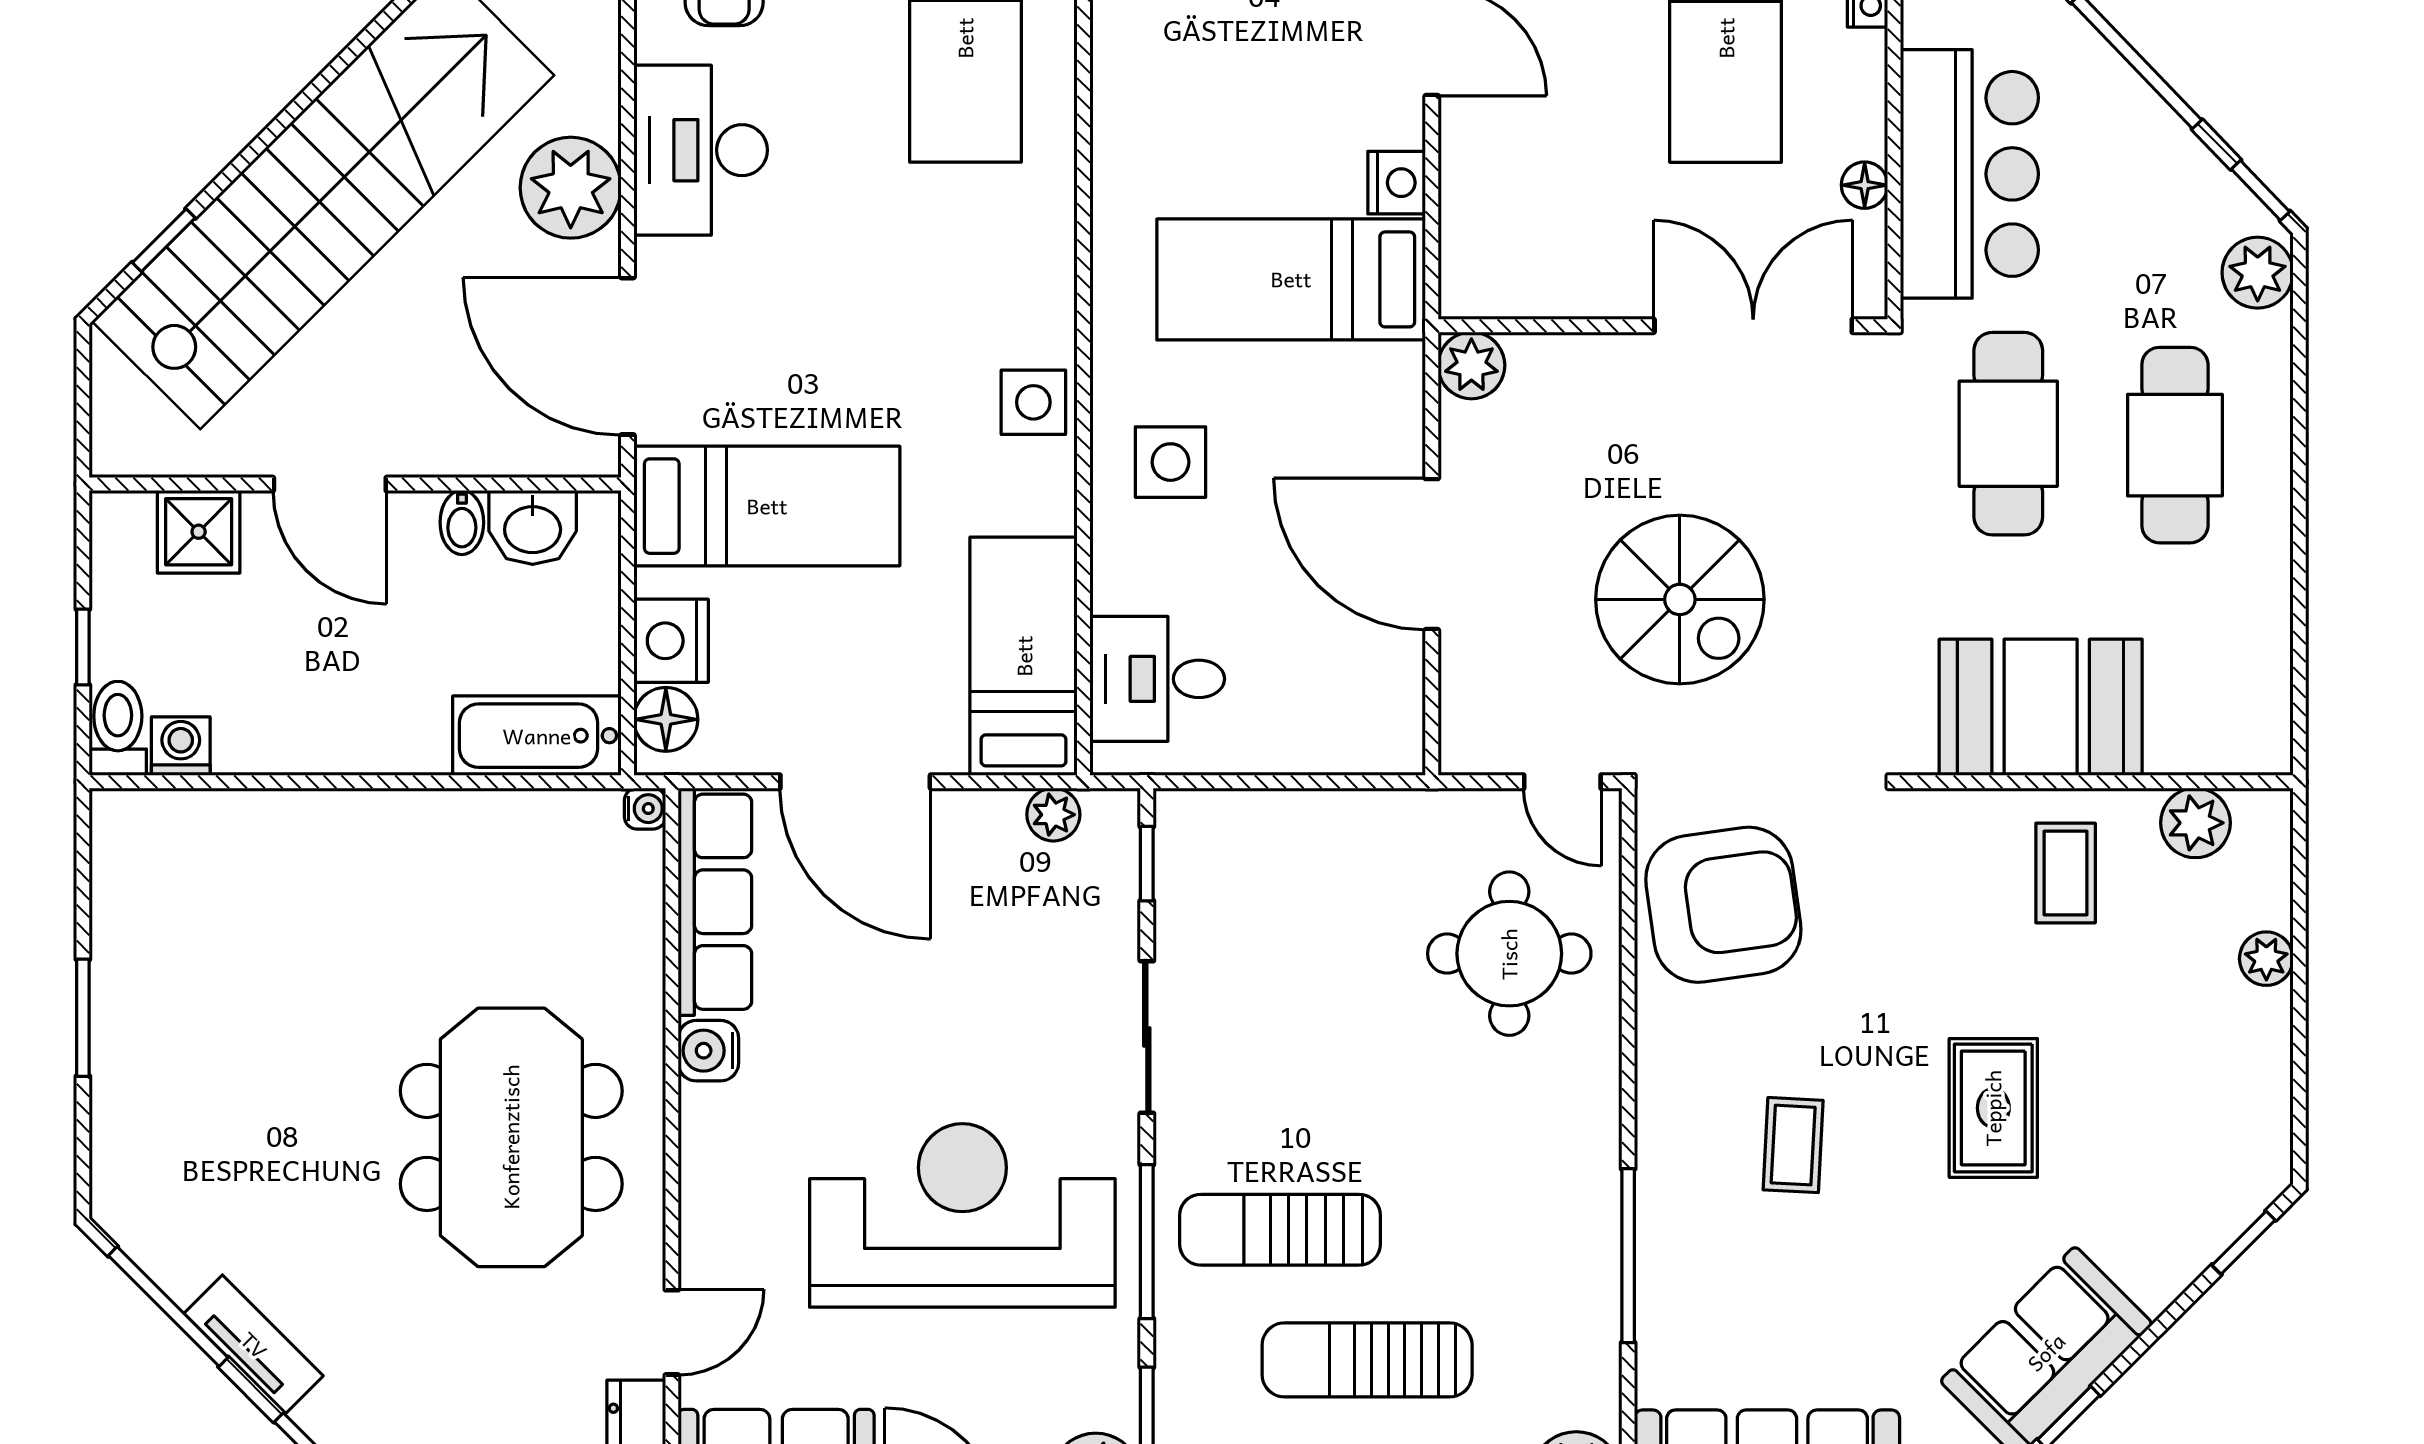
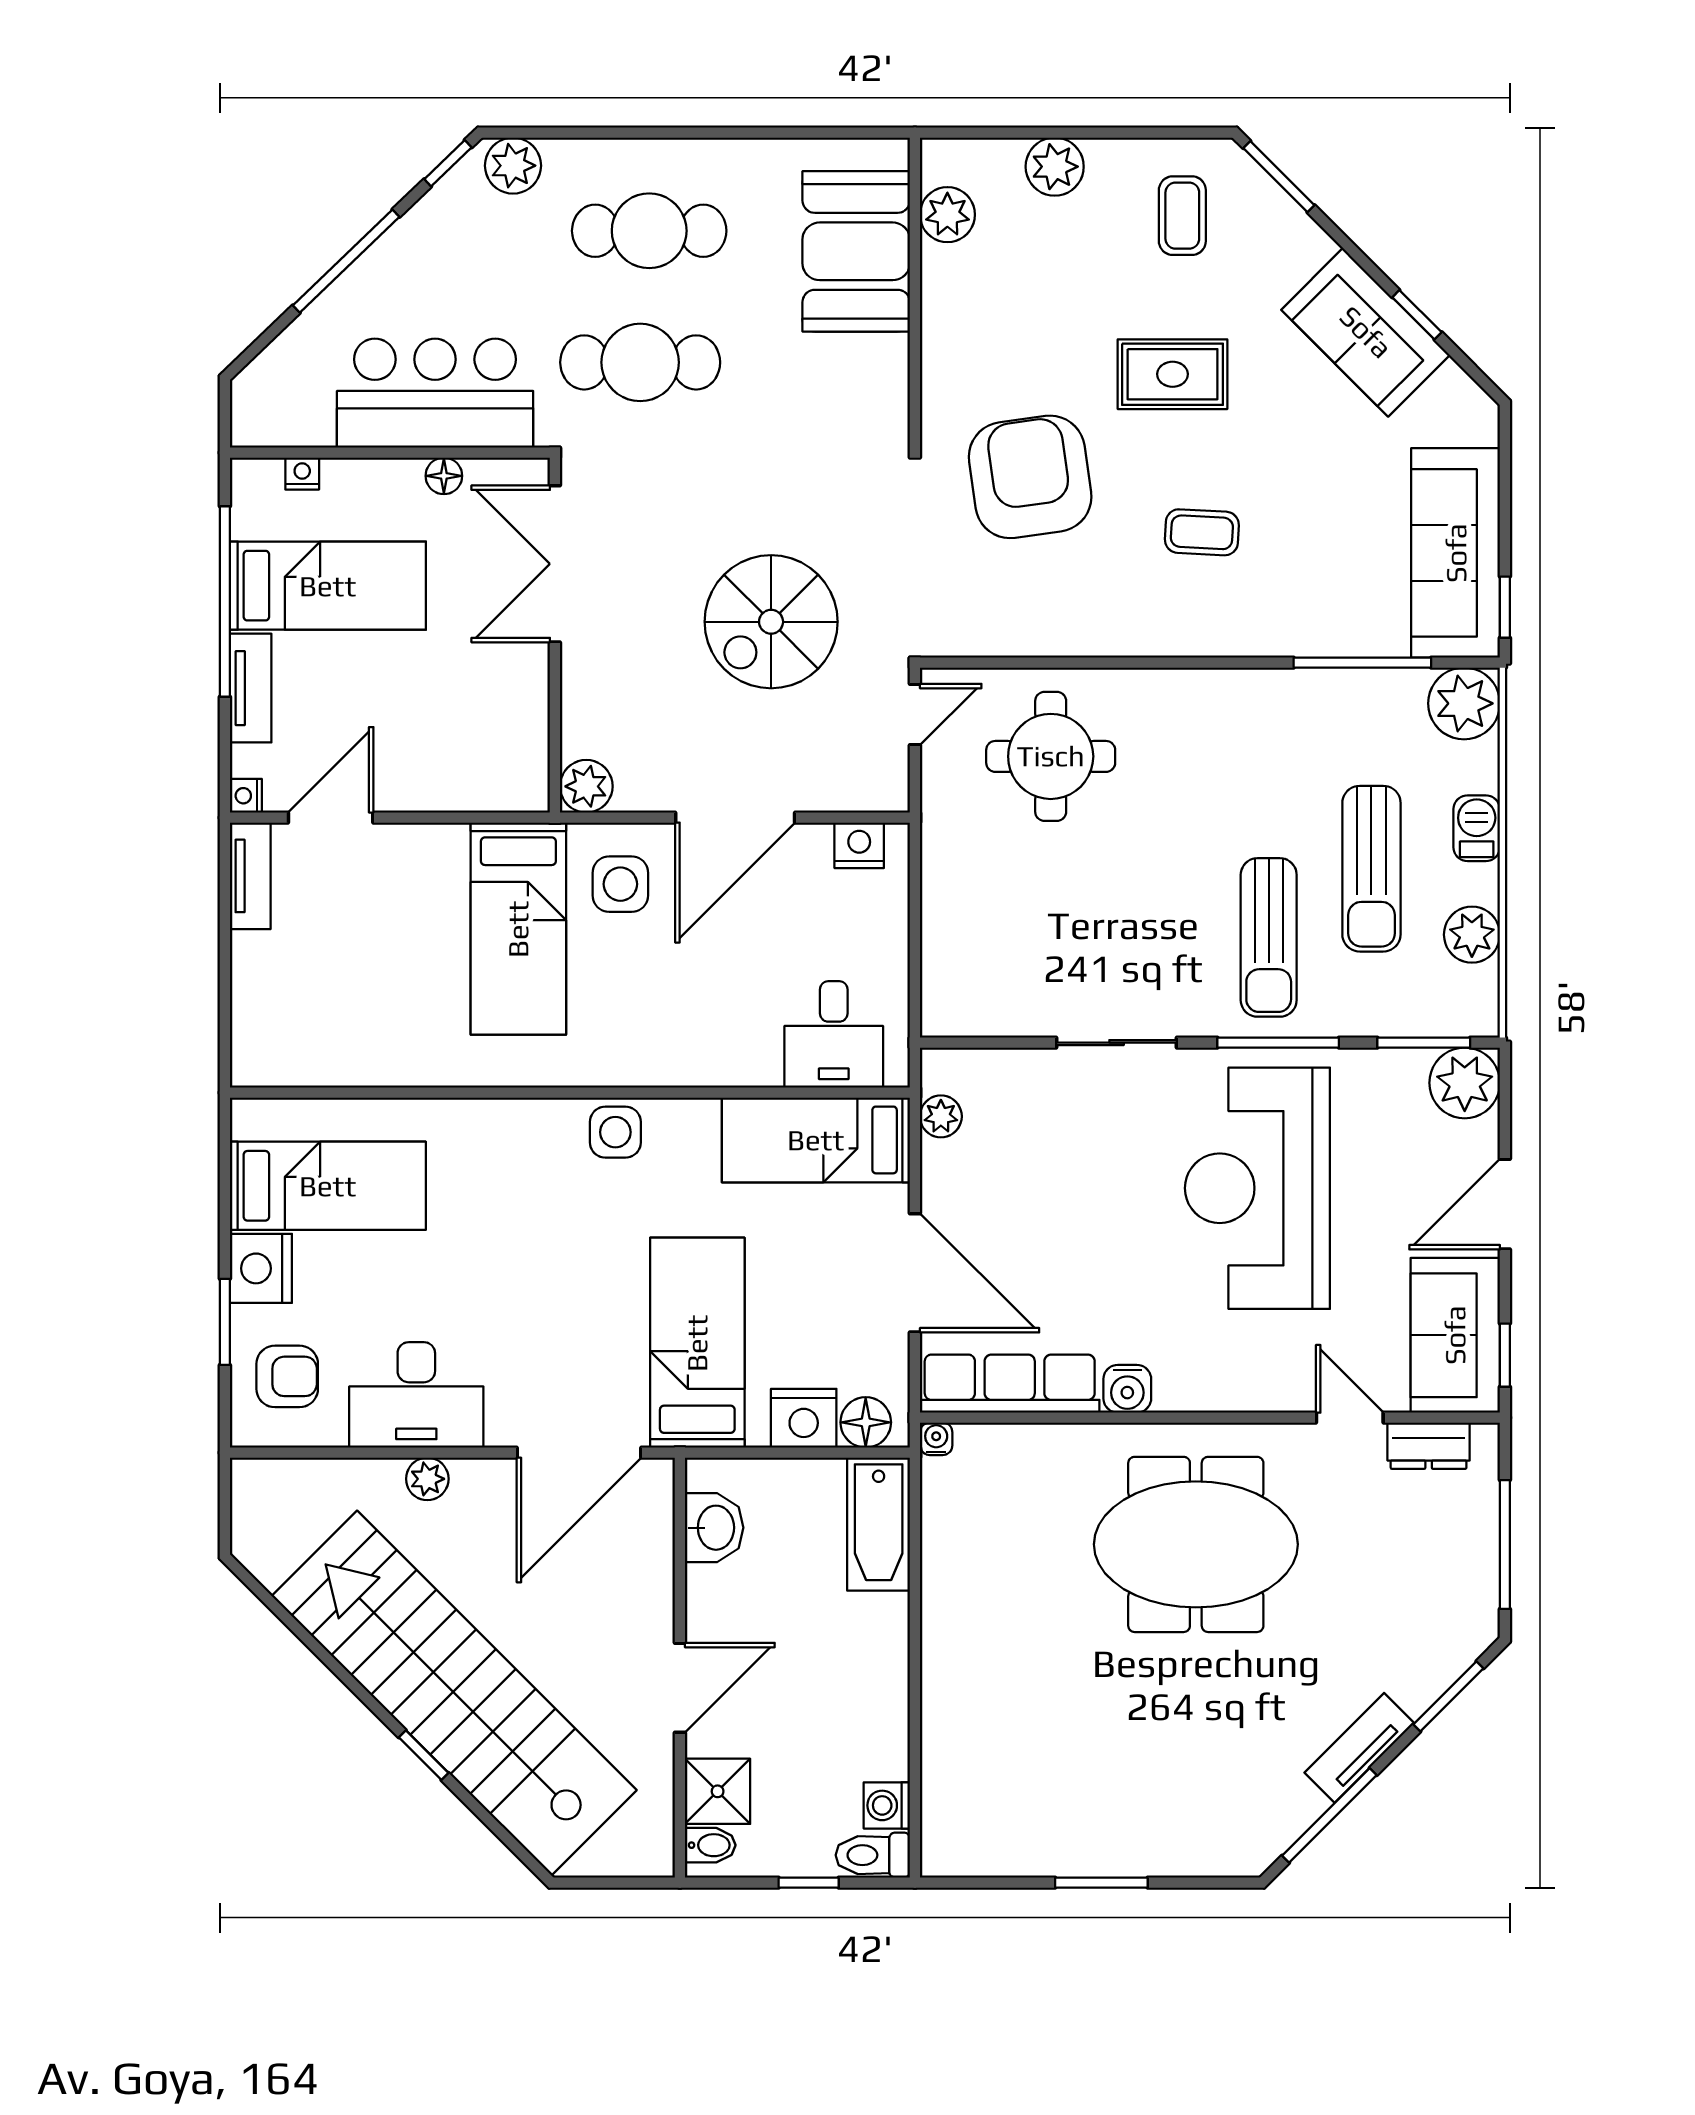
nightstand: (1397, 183) -> (859, 845), moved
plant: (571, 188) -> (427, 1479), width x0.53, depth x0.53
window: (164, 240) -> (424, 1755), moved
side table: (1171, 462) -> (620, 884), moved
bidet: (462, 522) -> (710, 1845), moved
spiral stairs: (1680, 599) -> (771, 622), turned 180
booth: (2041, 707) -> (856, 251), moved
door: (855, 782) -> (915, 1273), hinge flipped
window: (1147, 864) -> (980, 1043), removed
coffee table: (2066, 873) -> (1182, 216), moved, turned 90
armchair: (1723, 905) -> (1030, 477), moved
plant: (2266, 959) -> (1055, 167), width x1.38, depth x1.38
window: (2244, 1243) -> (1279, 177), width x1.50
window: (1628, 1256) -> (1362, 663), moved

